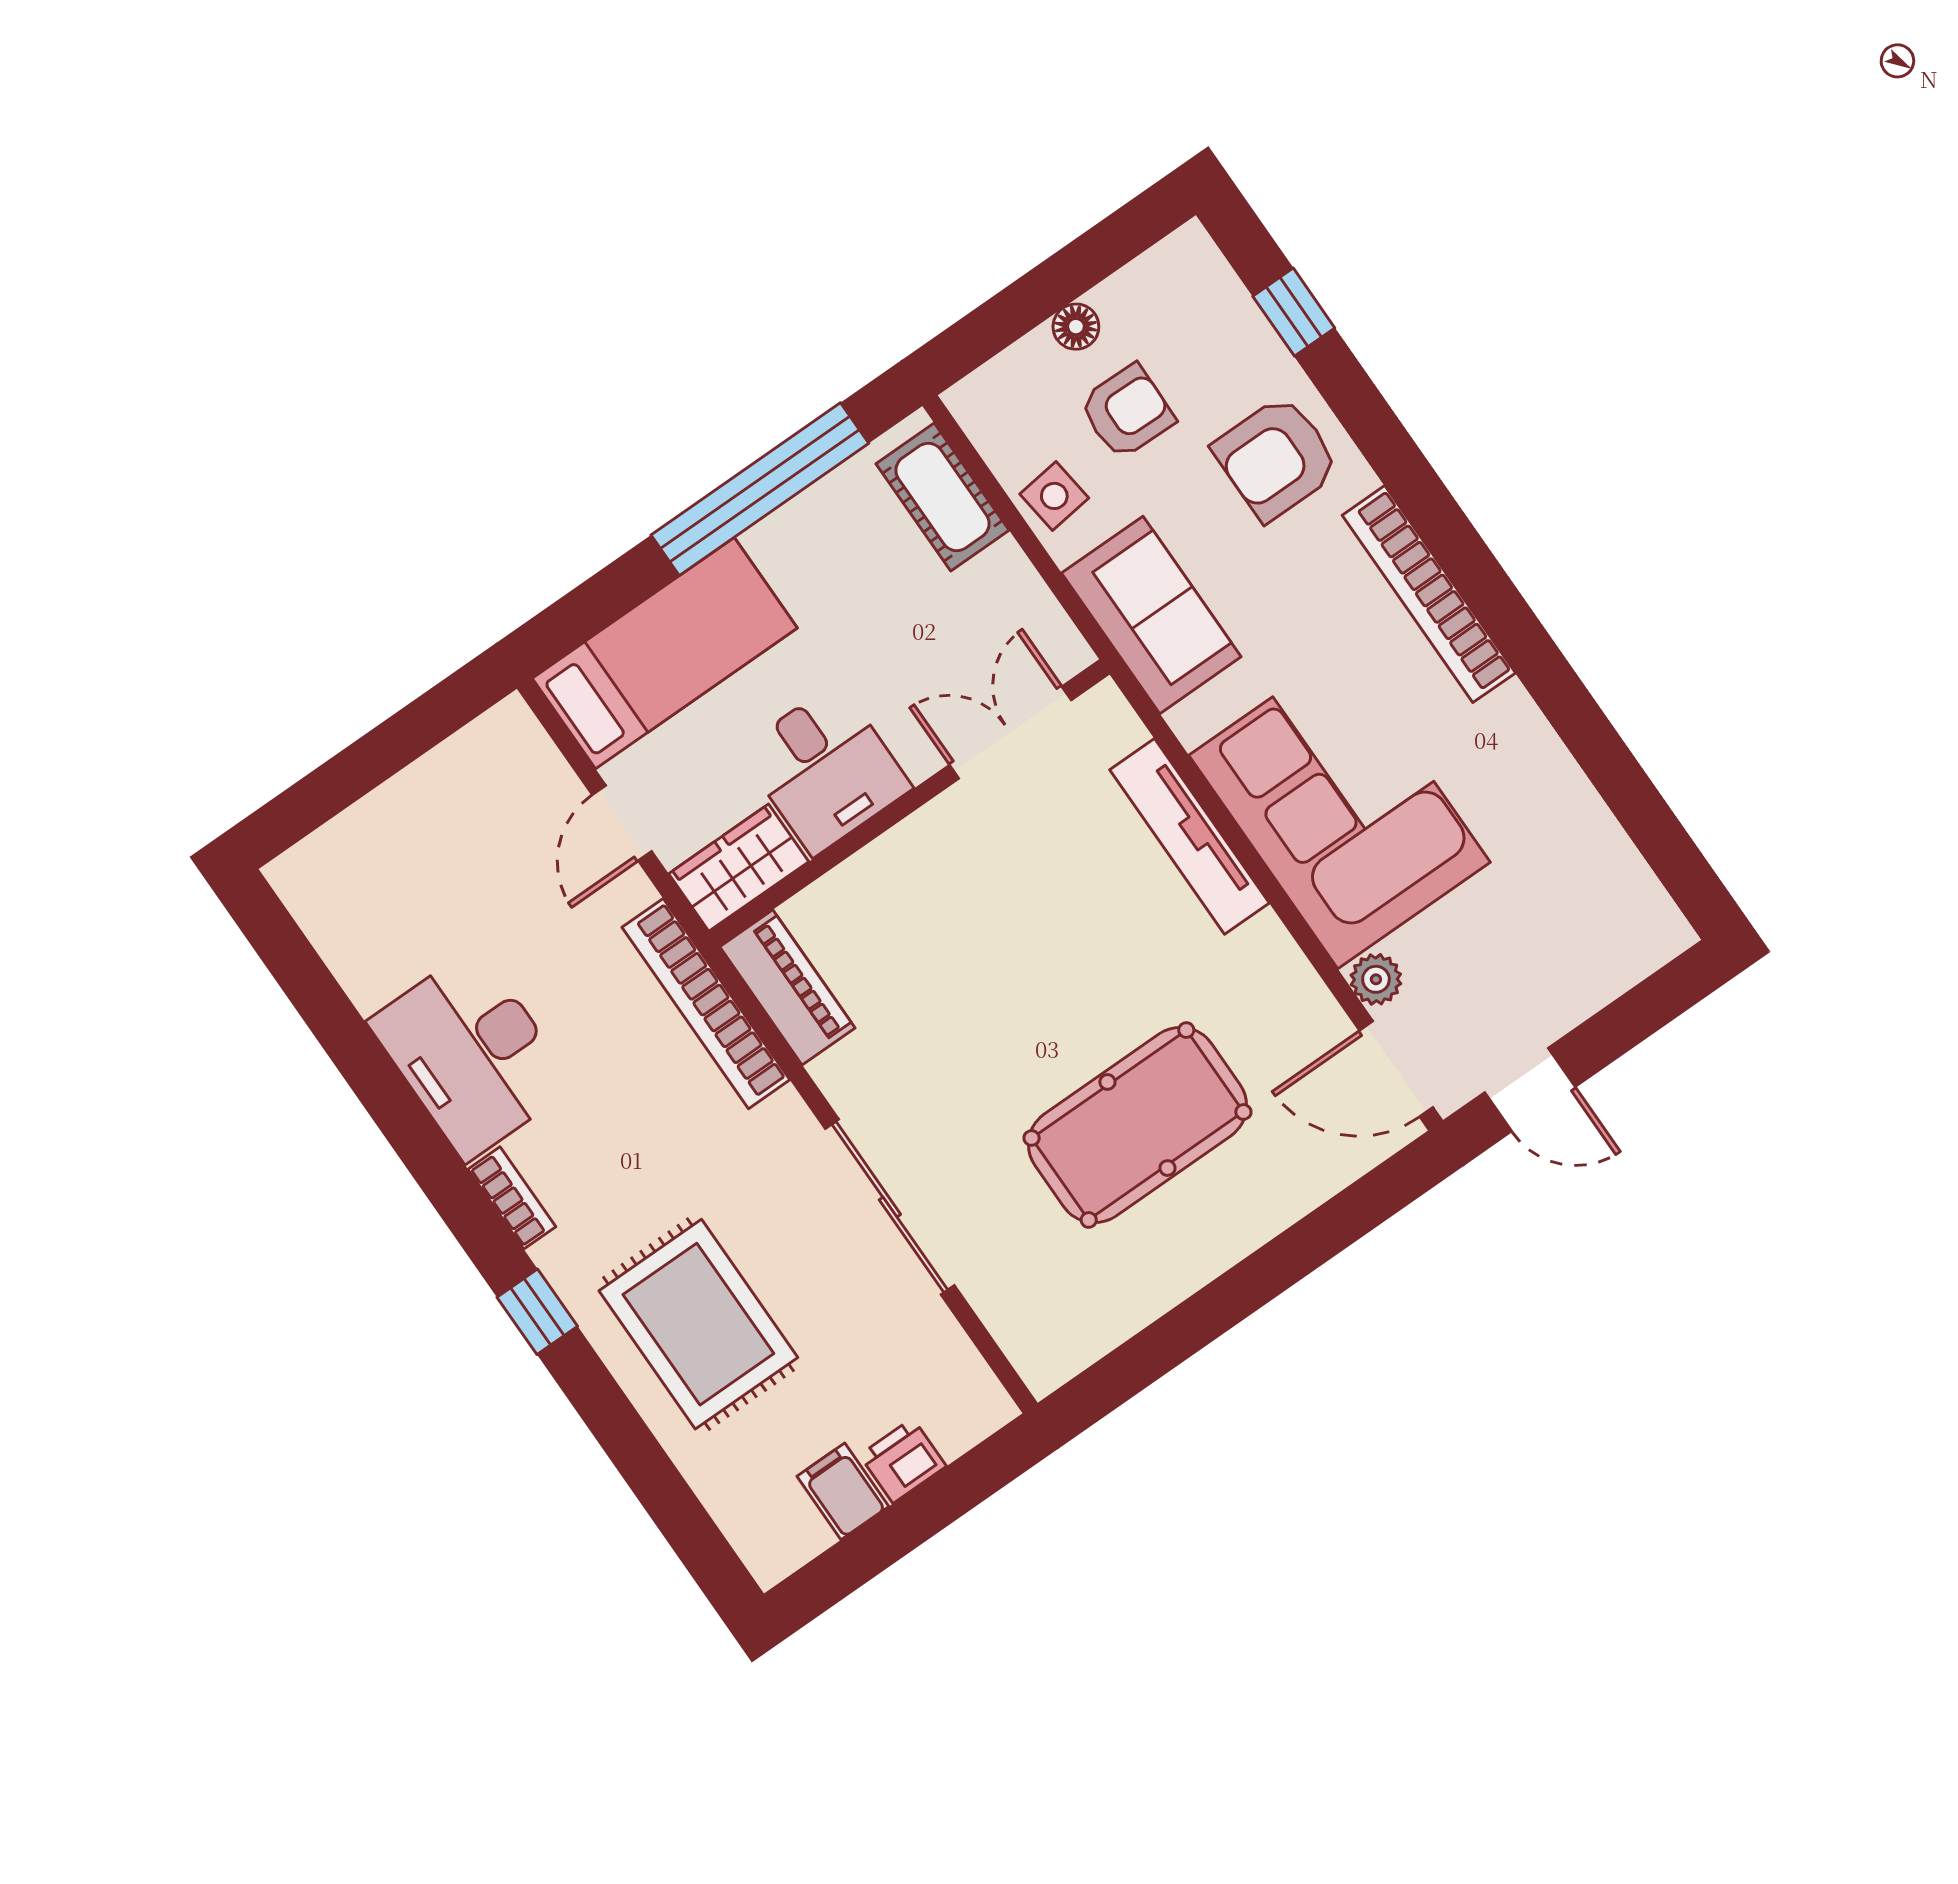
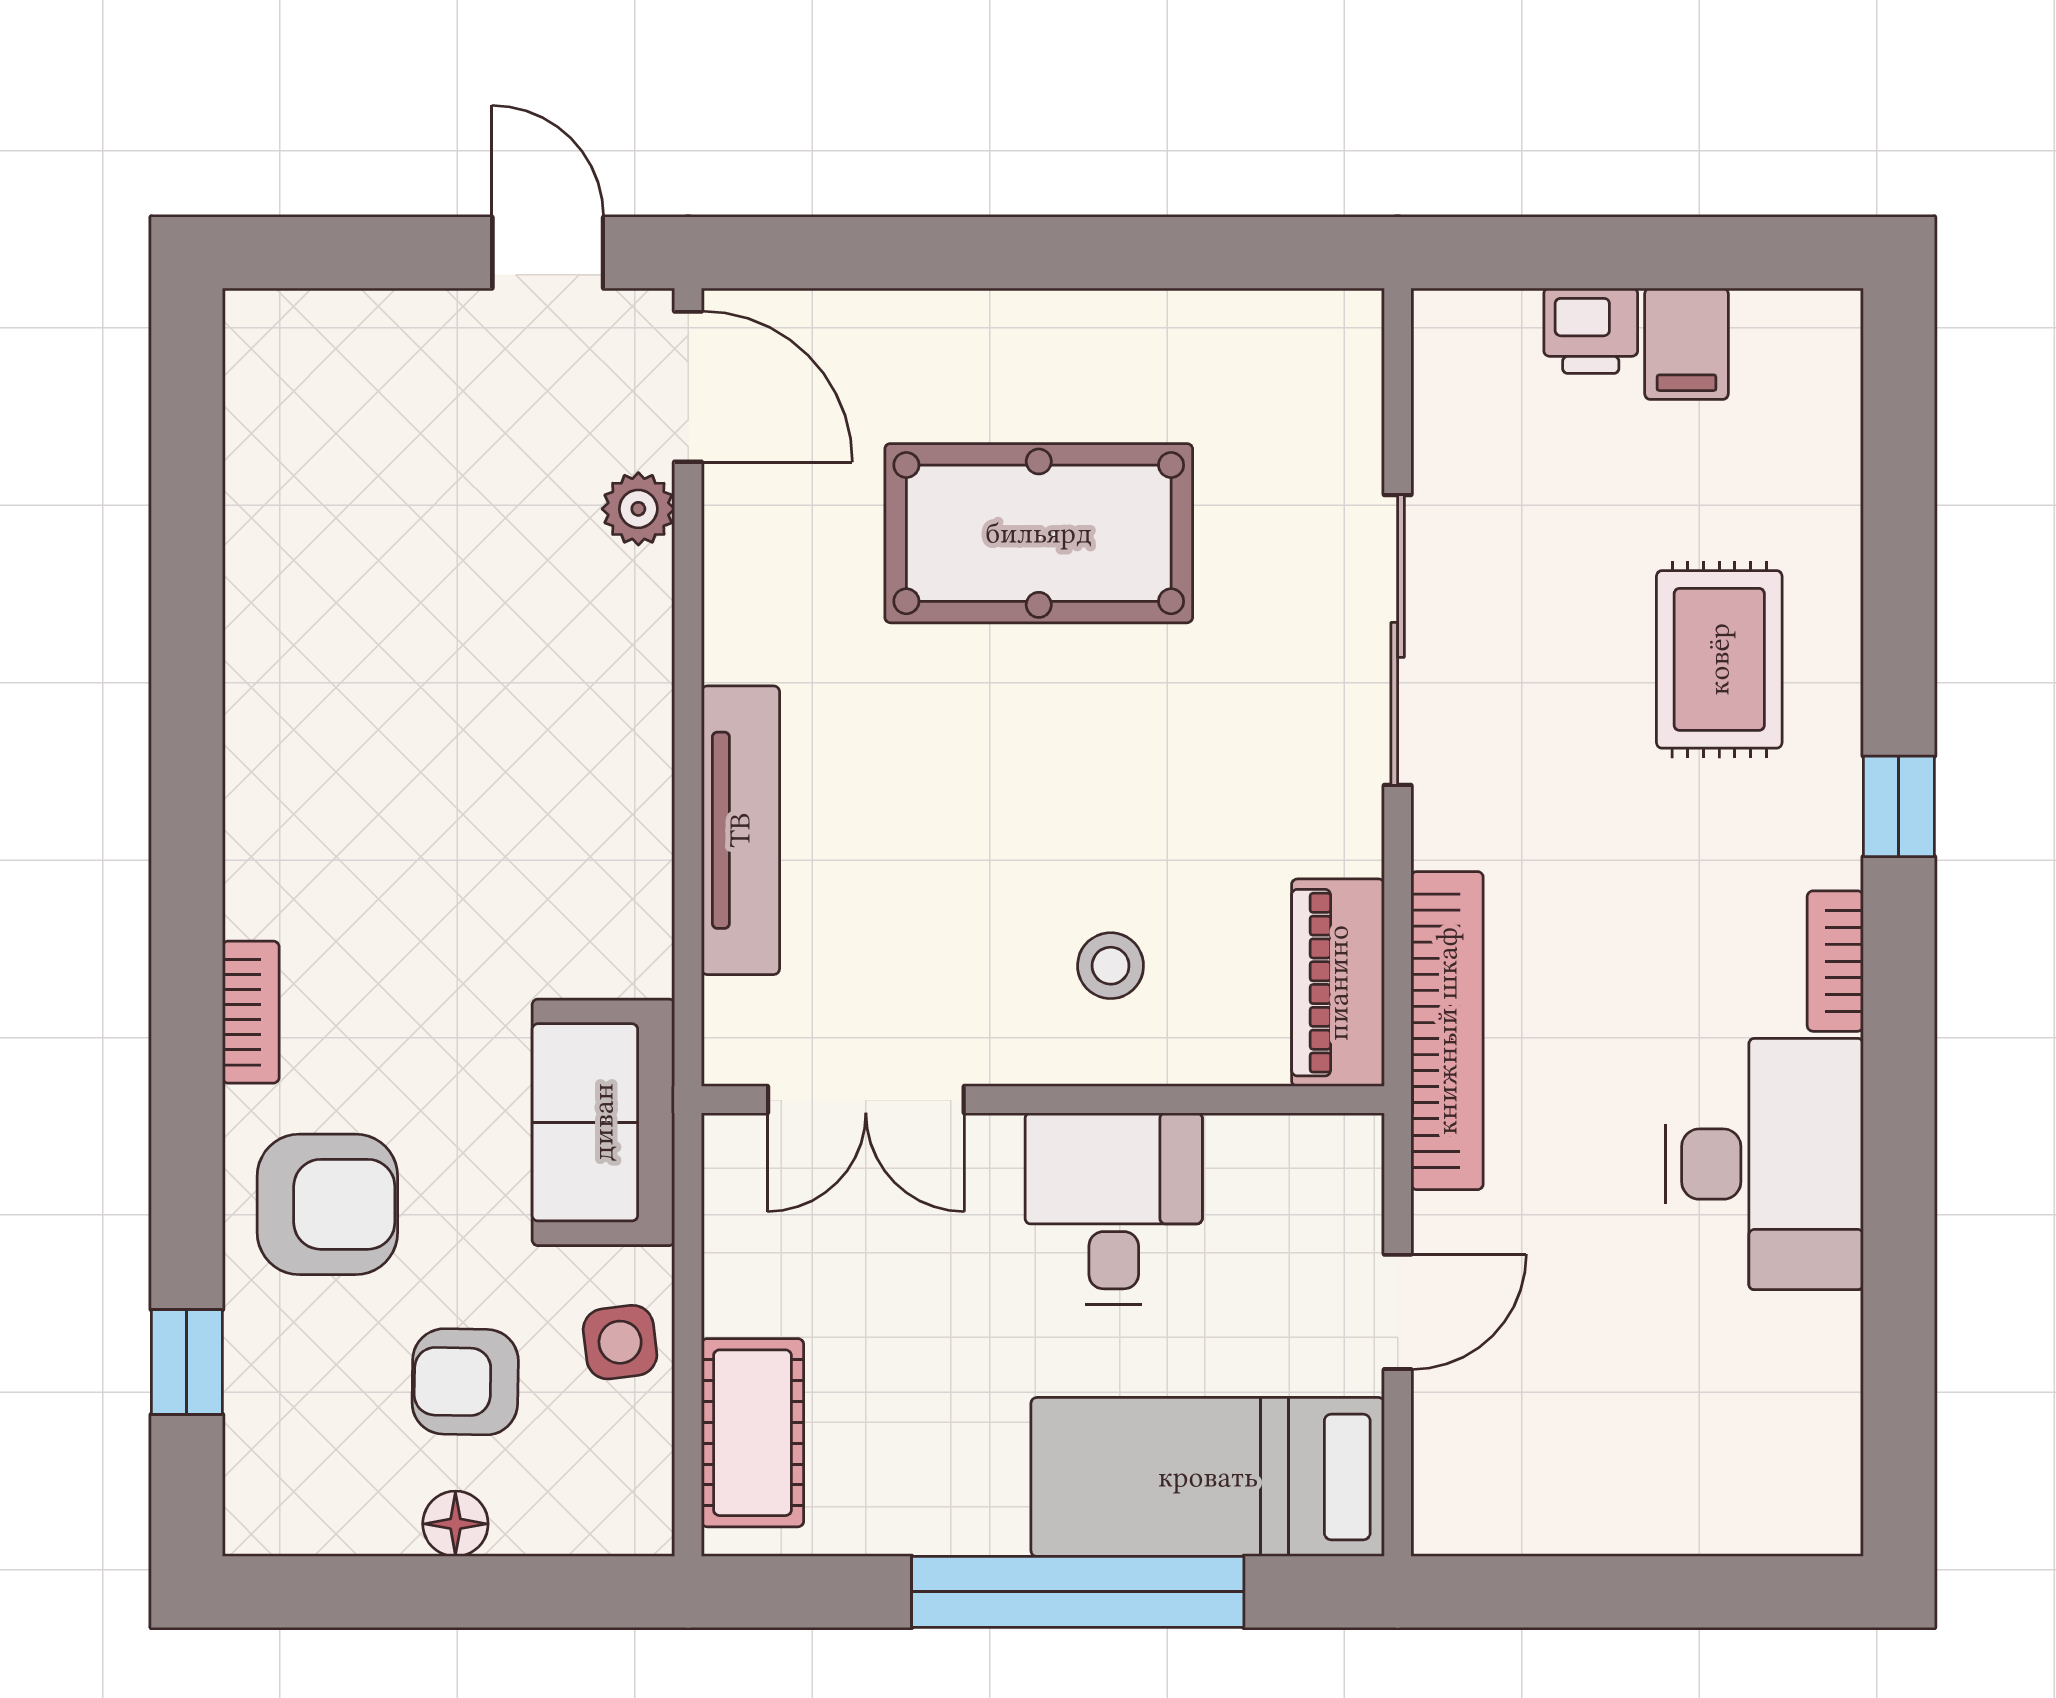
window: (760, 489) -> (1078, 1592), moved
bookcase: (1429, 594) -> (251, 1012), width x0.43, depth x0.76
corner sofa: (1340, 809) -> (541, 740), removed
wardrobe: (739, 868) -> (1297, 1164), removed
stool: (924, 907) -> (1111, 966), added
rug: (698, 1324) -> (1719, 659), width x0.73, depth x0.70

